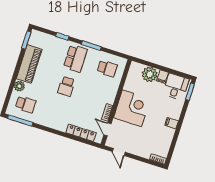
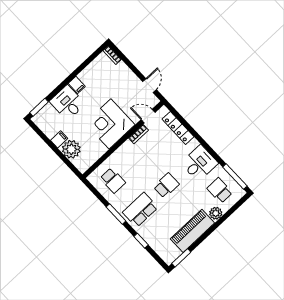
school desk: (107, 68) -> (113, 180), turned 180
desk: (176, 87) -> (67, 103), moved, turned 90
desk: (51, 116) -> (199, 163), added
door: (107, 129) -> (148, 116), swing flipped

